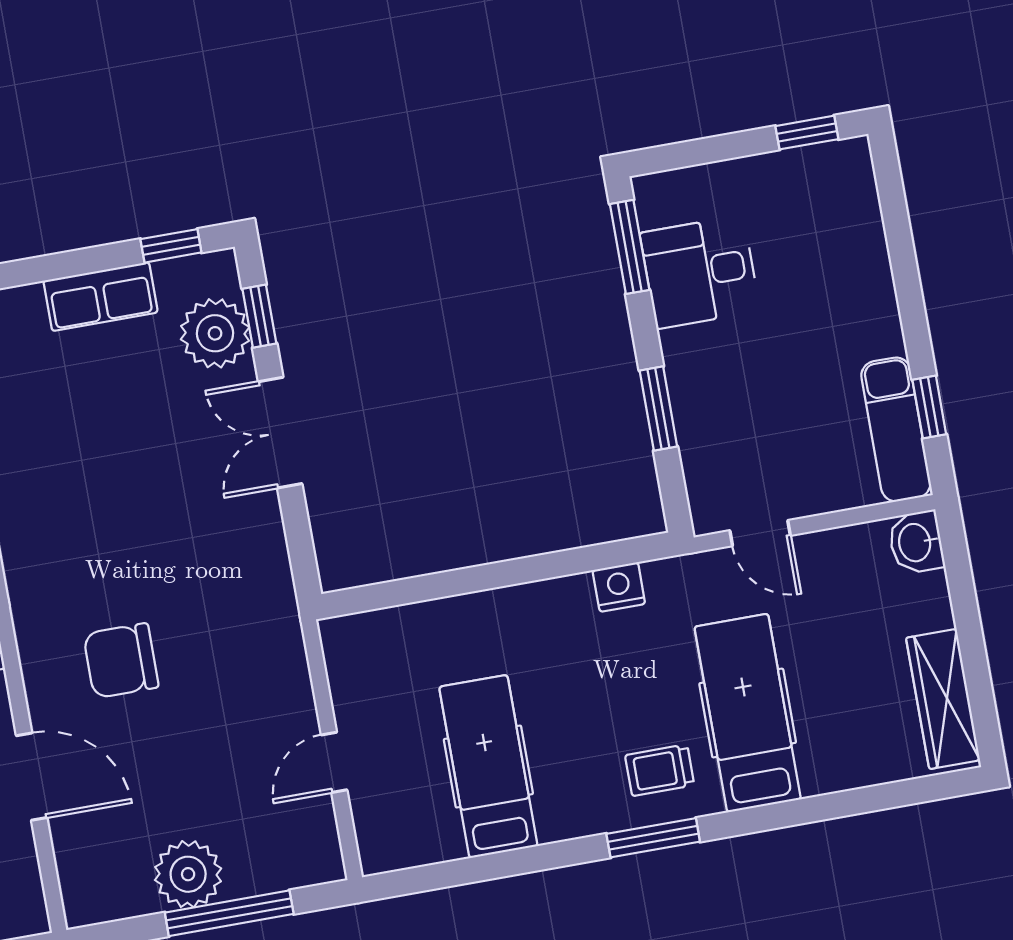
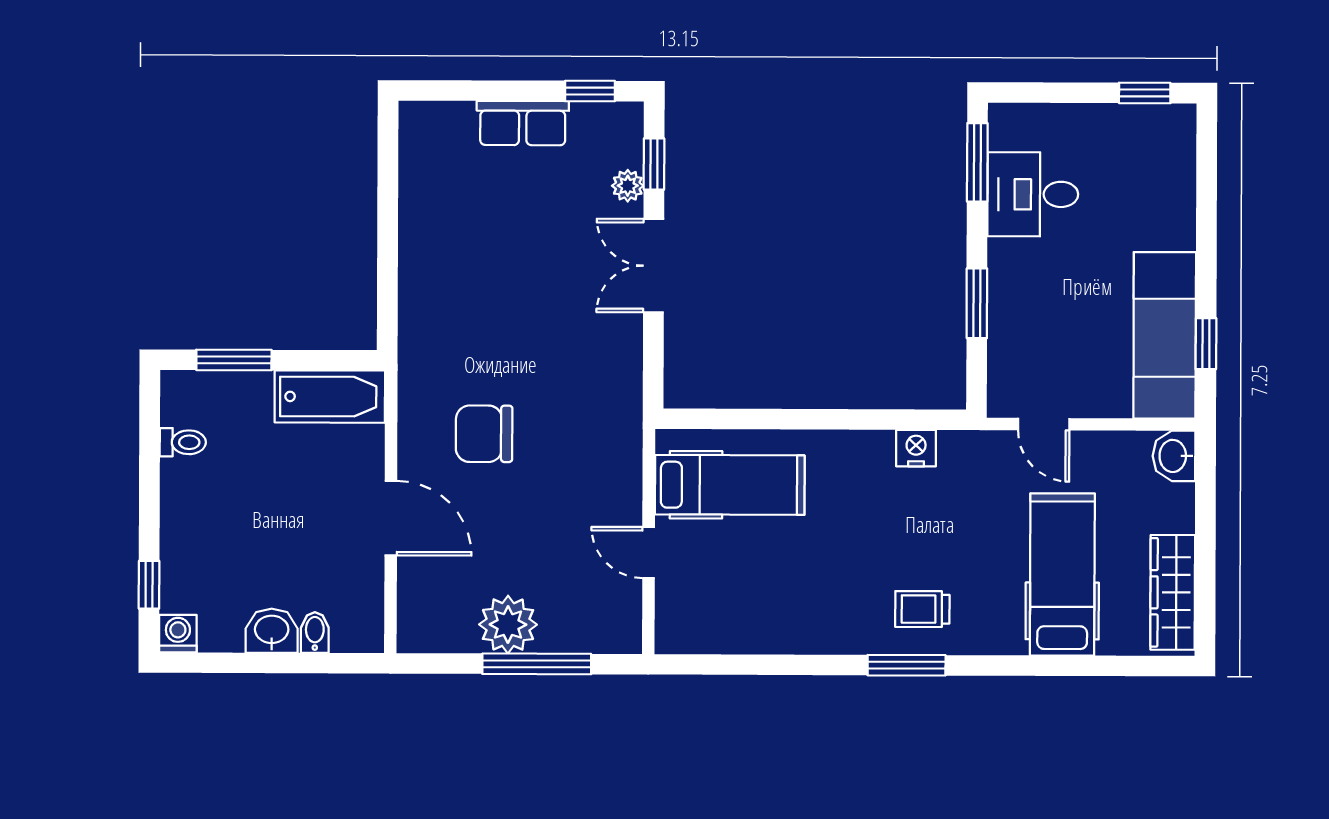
plant: (215, 333) -> (628, 186), width x0.53, depth x0.53
exam couch: (896, 429) -> (1165, 335), width x1.36, depth x1.45
hospital bed: (748, 713) -> (1062, 574), moved
door: (334, 762) -> (649, 553), hinge flipped
hospital bed: (488, 767) -> (730, 485), moved, turned 90

